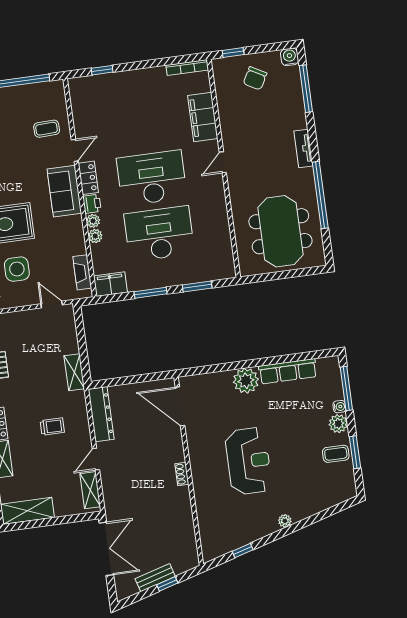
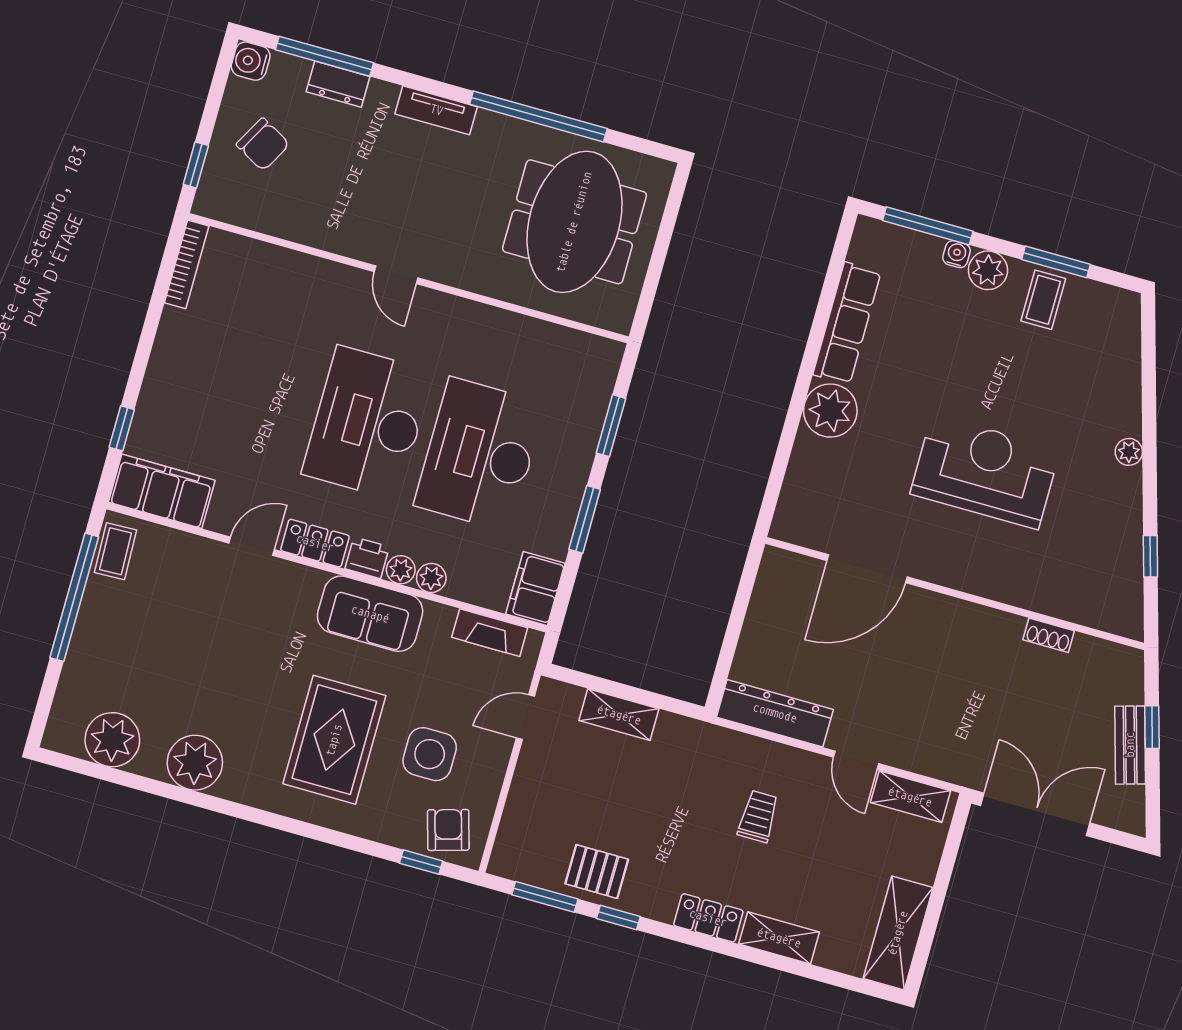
dresser: (296, 100) -> (338, 84), added
filing cabinet: (203, 117) -> (162, 491), moved, turned 180
coffee table: (47, 129) -> (116, 551), moved
door: (75, 150) -> (252, 546), hinge flipped
sofa: (64, 191) -> (370, 614), moved
meeting table: (280, 231) -> (574, 222), turned 90
shelving: (74, 372) -> (619, 715), moved
door: (180, 406) -> (867, 569), moved
shoe rack: (182, 474) -> (1049, 635), moved

